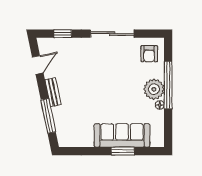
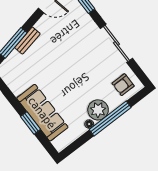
bench: (53, 92) -> (27, 41), moved

